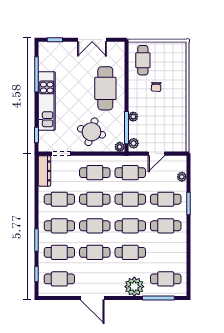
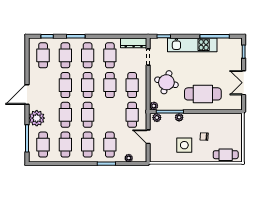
cafe table: (143, 60) -> (226, 155), moved
side table: (166, 110) -> (184, 145), added
cafe table: (130, 199) -> (65, 145), moved
door: (92, 298) -> (27, 94), moved

